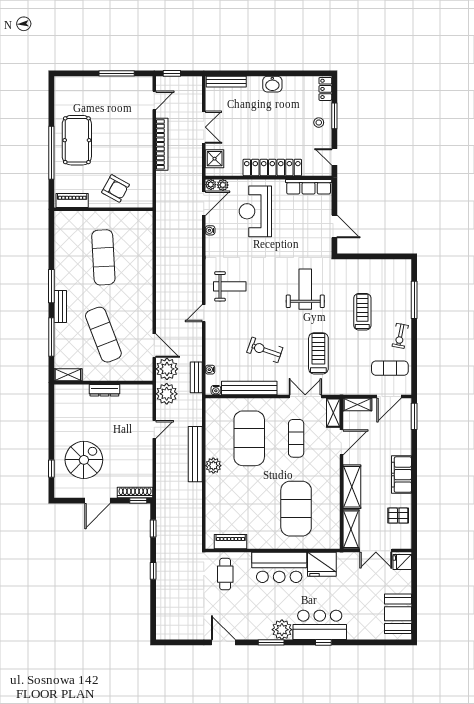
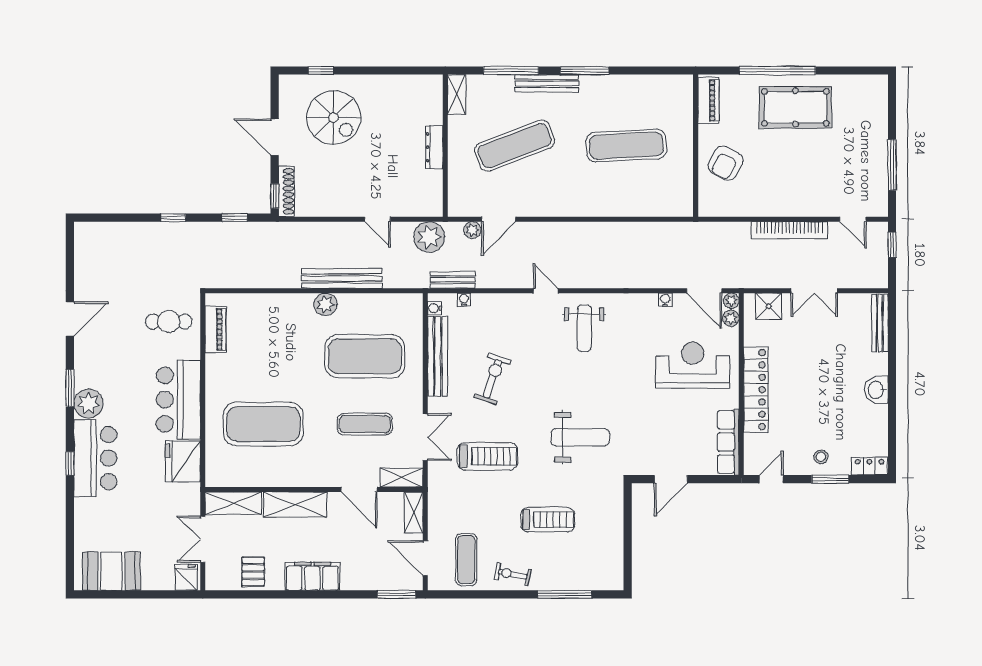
bench: (60, 306) -> (547, 83), width x1.36
plant: (167, 369) -> (472, 230), width x0.53, depth x0.53

